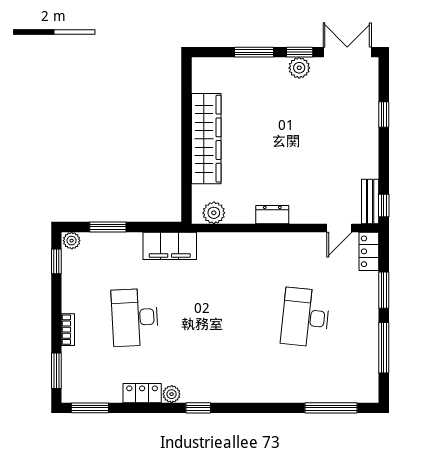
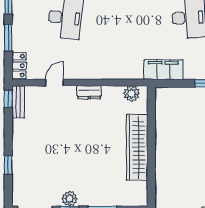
door: (339, 228) -> (54, 83), moved

